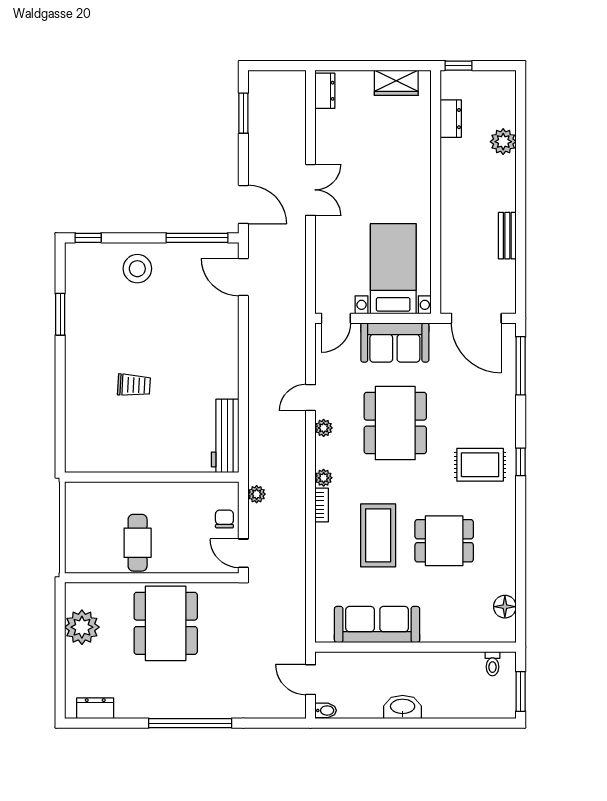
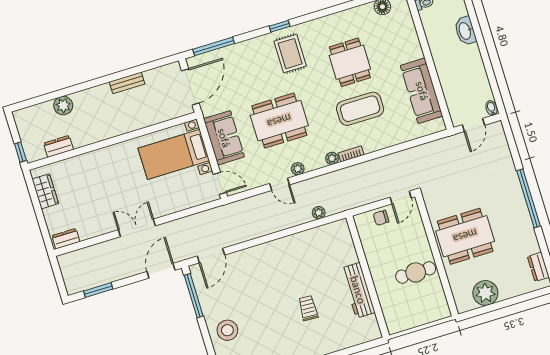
workbench: (225, 436) -> (358, 290), moved, turned 90
plant: (257, 494) -> (319, 213), moved
washbasin: (403, 707) -> (465, 31), moved

